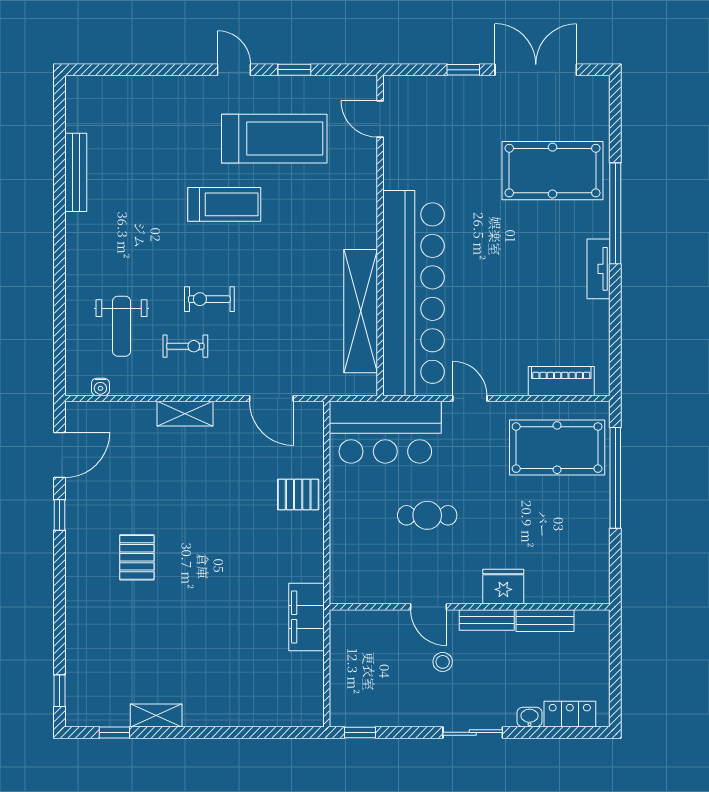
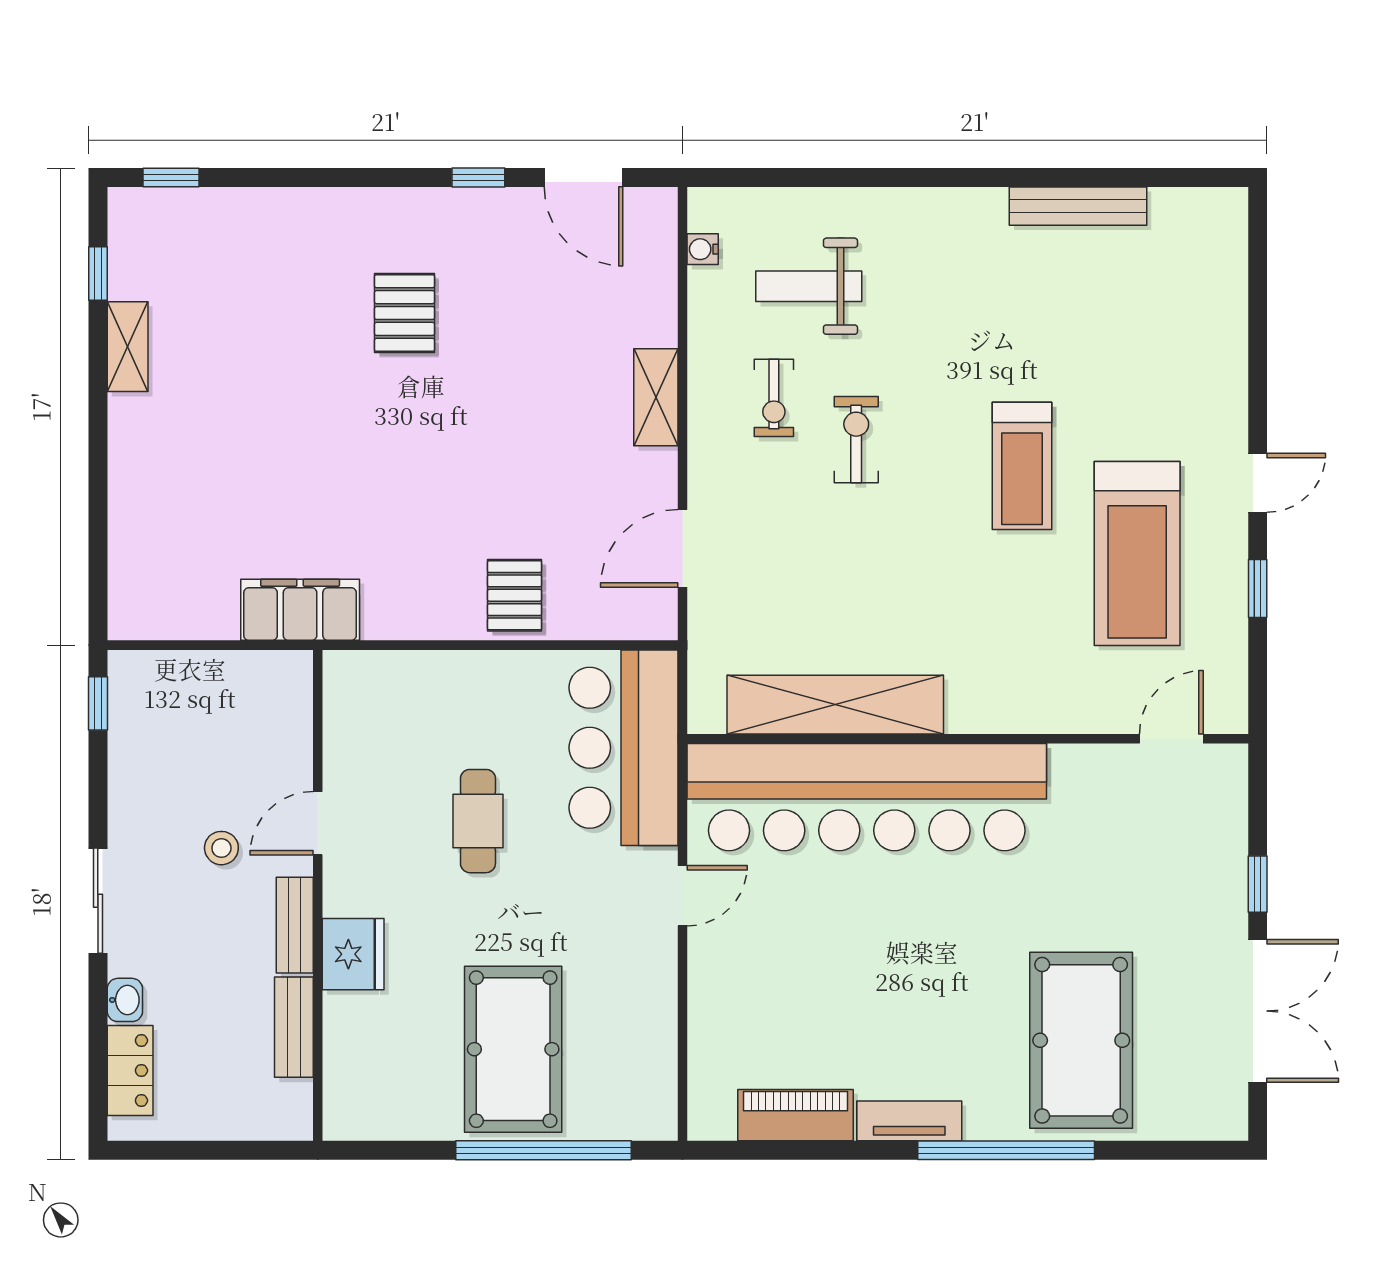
piano: (561, 381) -> (795, 1115), moved, turned -90
pool table: (557, 448) -> (513, 1049), moved
pallet: (137, 557) -> (405, 313), turned 90

